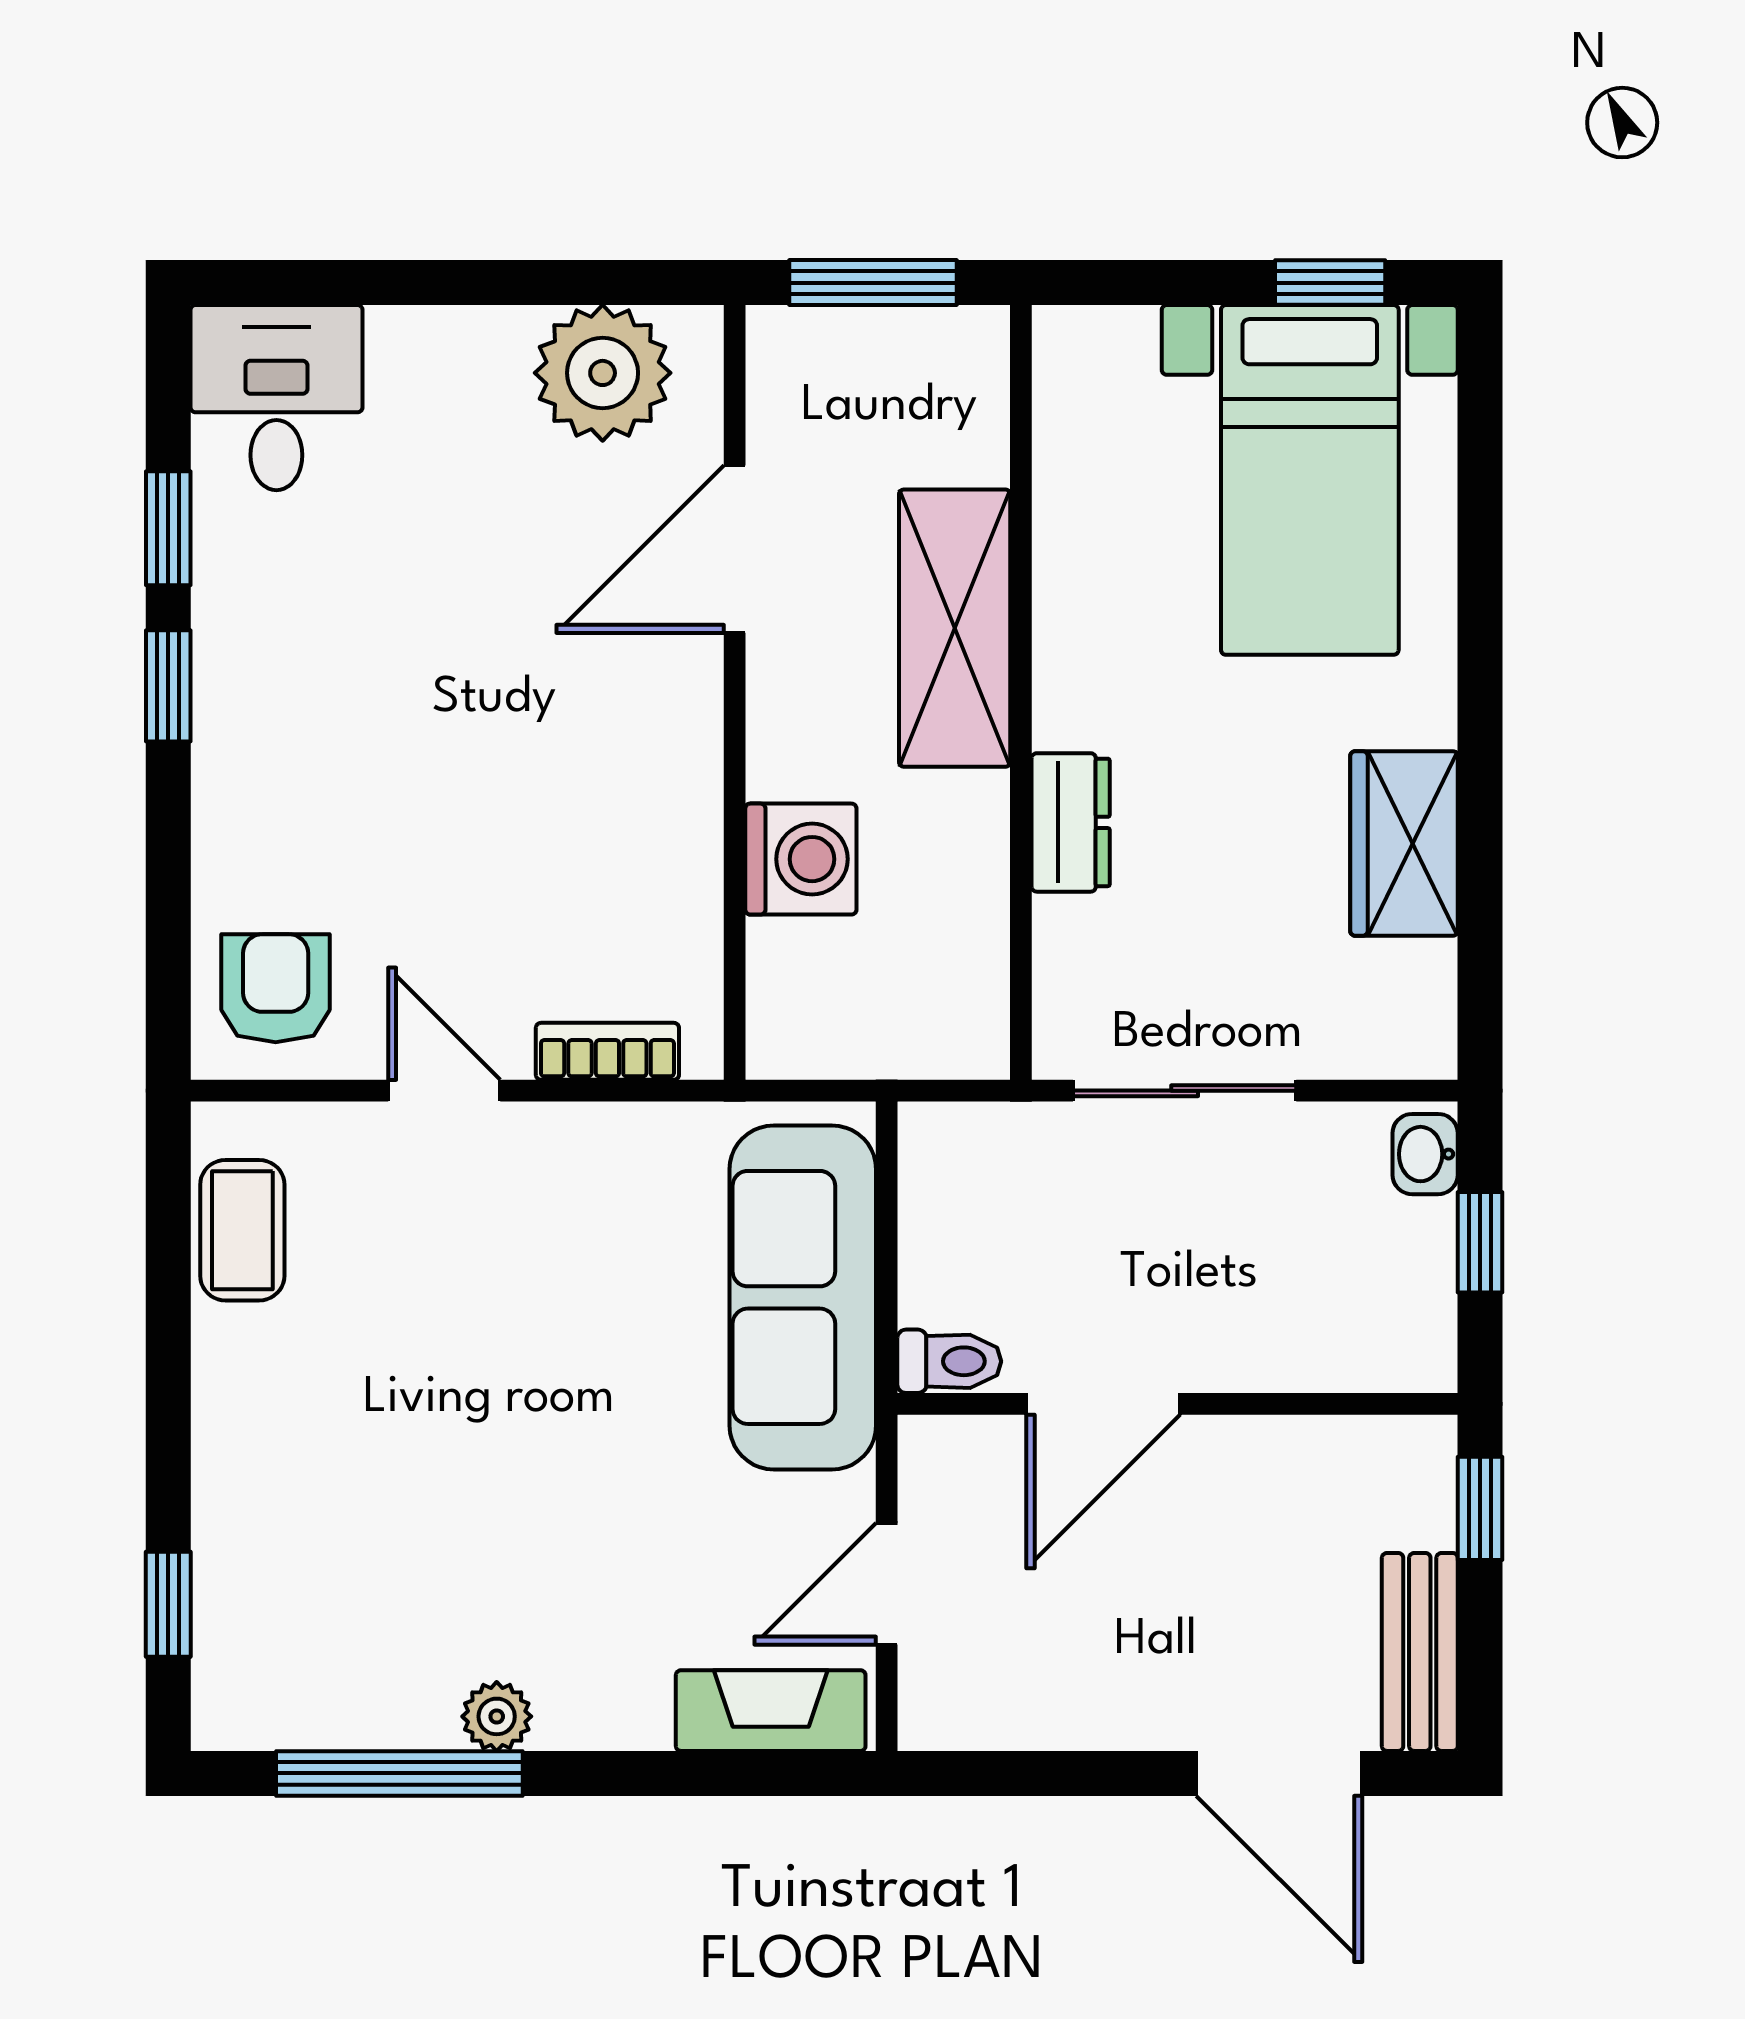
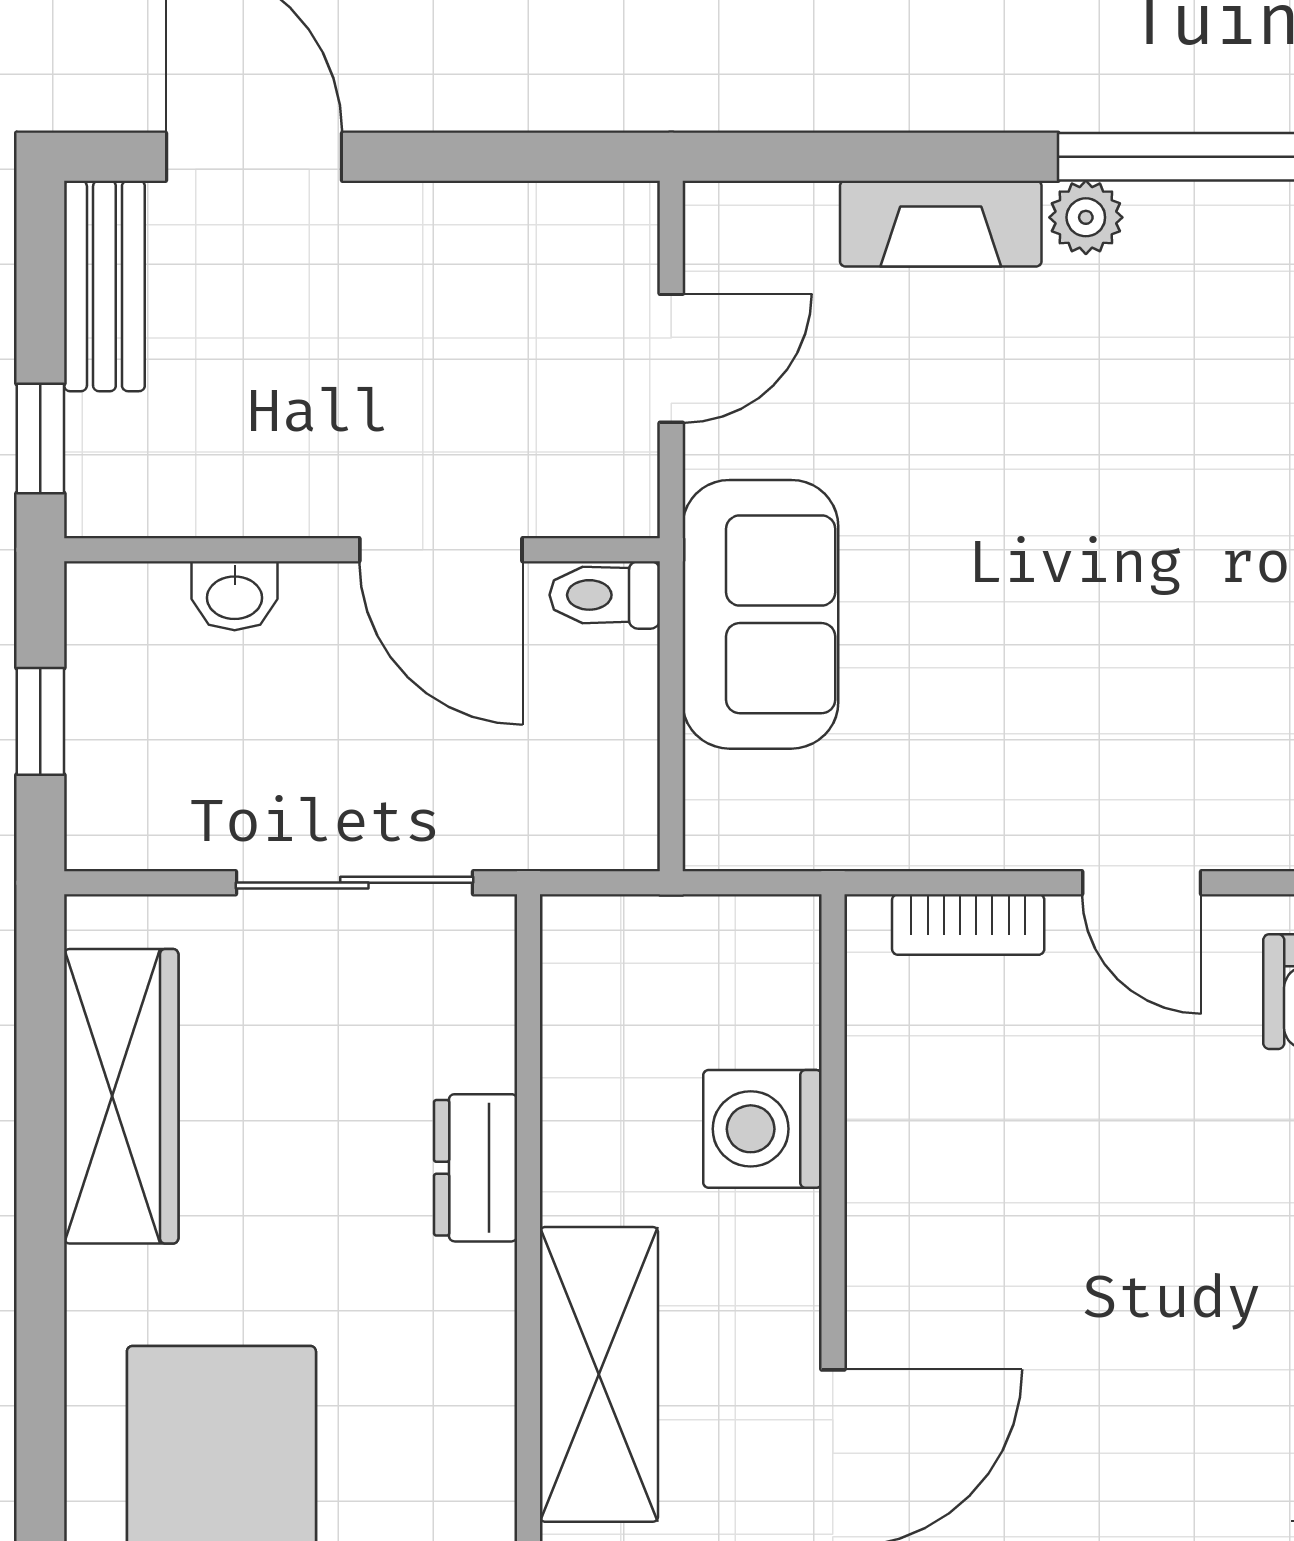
wardrobe: (1404, 843) -> (121, 1096), width x1.50
washbasin: (1425, 1154) -> (235, 596), moved, turned 90
sofa: (803, 1297) -> (760, 614), width x0.73
door: (1103, 1404) -> (441, 550), swing flipped
fireplace: (771, 1711) -> (941, 224), moved

